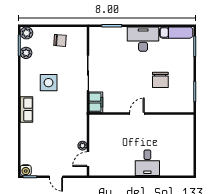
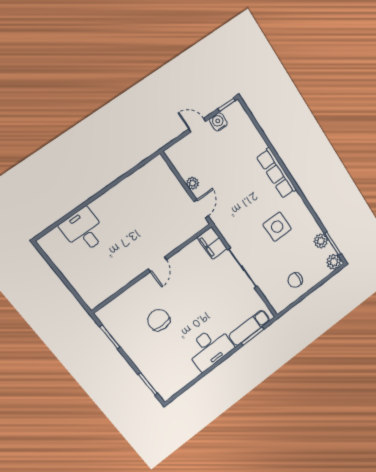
exam couch: (176, 33) -> (249, 328), moved
row of seats: (26, 109) -> (276, 173), width x1.48
door: (88, 159) -> (201, 209), moved
desk: (147, 163) -> (84, 230), moved
water cooler: (26, 170) -> (218, 122), moved

